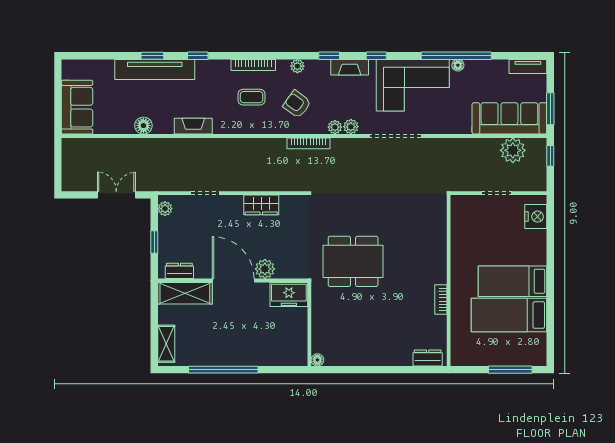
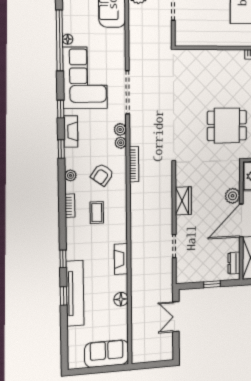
bookcase: (253, 65) -> (70, 206), width x0.64
plant: (165, 209) -> (186, 278), removed
dining table: (353, 261) -> (227, 126), width x0.73

